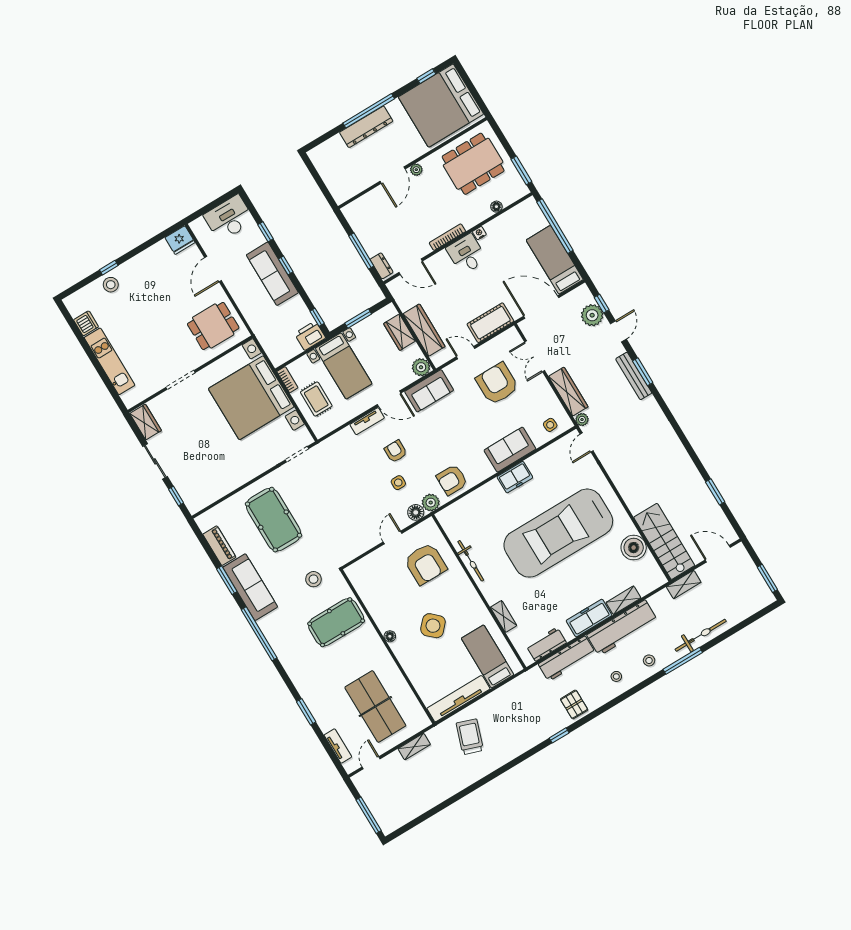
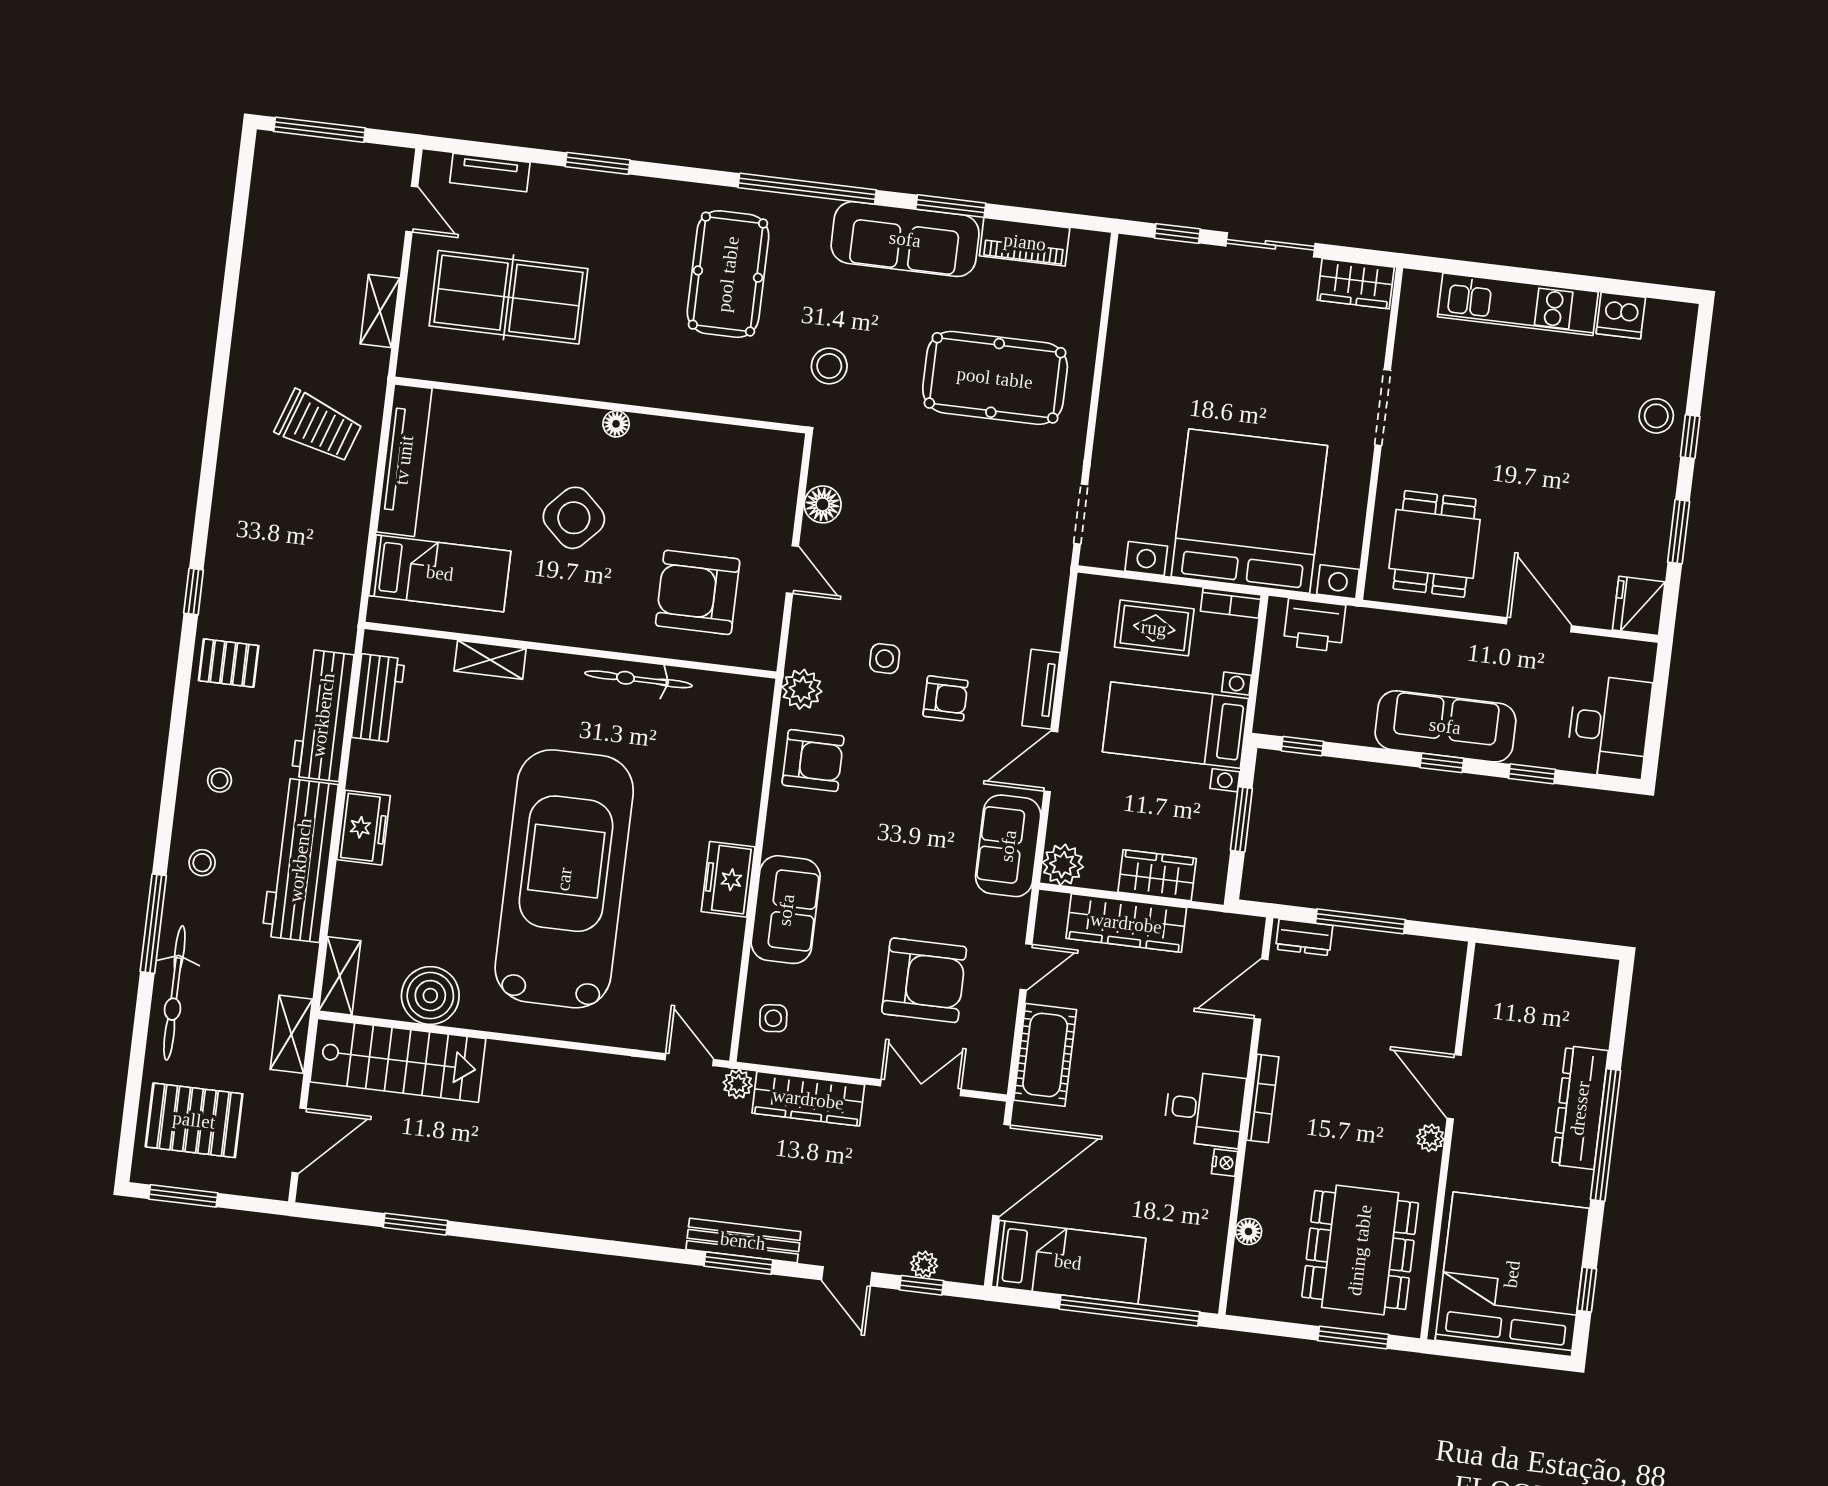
window: (521, 170) -> (1353, 1337), moved
window: (144, 246) -> (1679, 532), added
plant: (592, 315) -> (924, 1265), width x0.53, depth x0.53
printer: (310, 336) -> (1314, 625), moved, turned 90
armchair: (452, 480) -> (813, 761), turned 90
floor lamp: (416, 512) -> (823, 504), moved
pallet: (739, 595) -> (194, 1120), added
shelving: (623, 600) -> (340, 976), moved
freezer: (589, 618) -> (363, 828), width x0.71
pool table: (336, 622) -> (728, 274), moved

